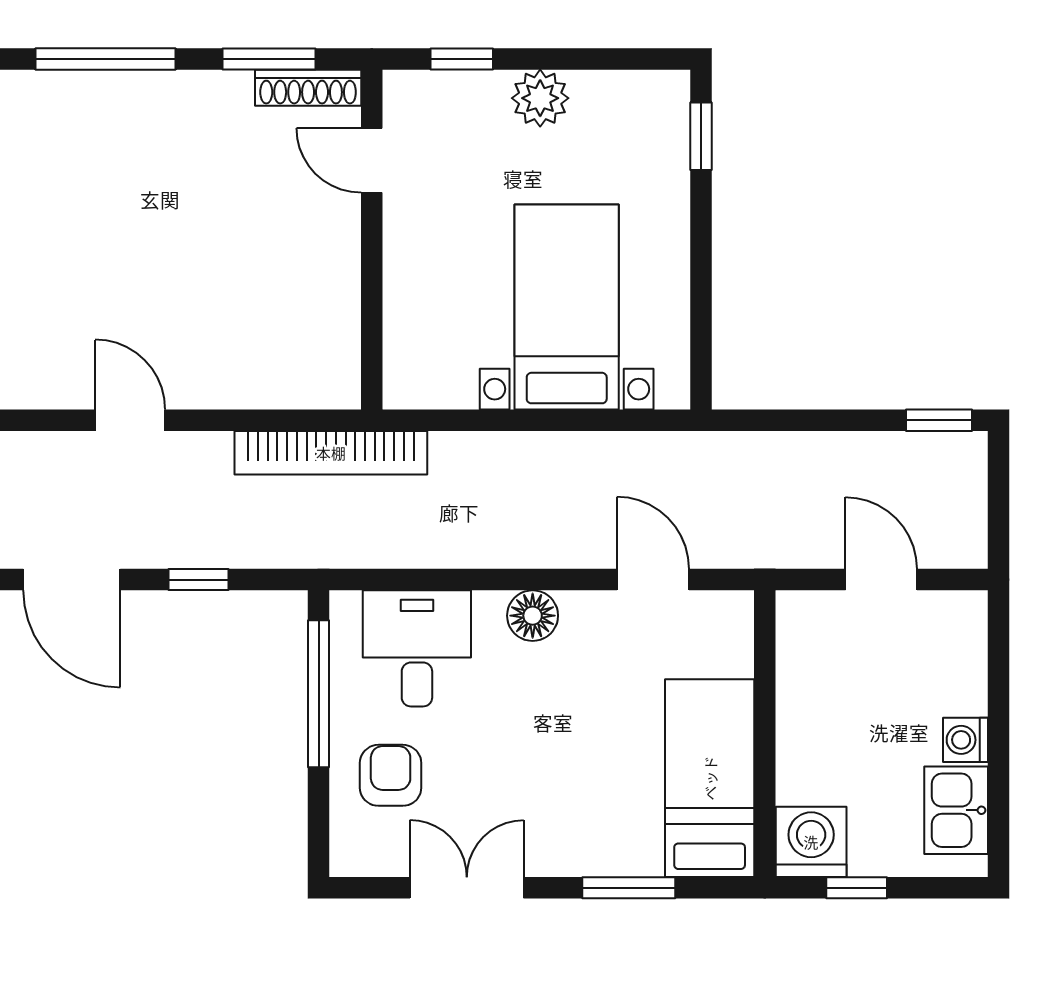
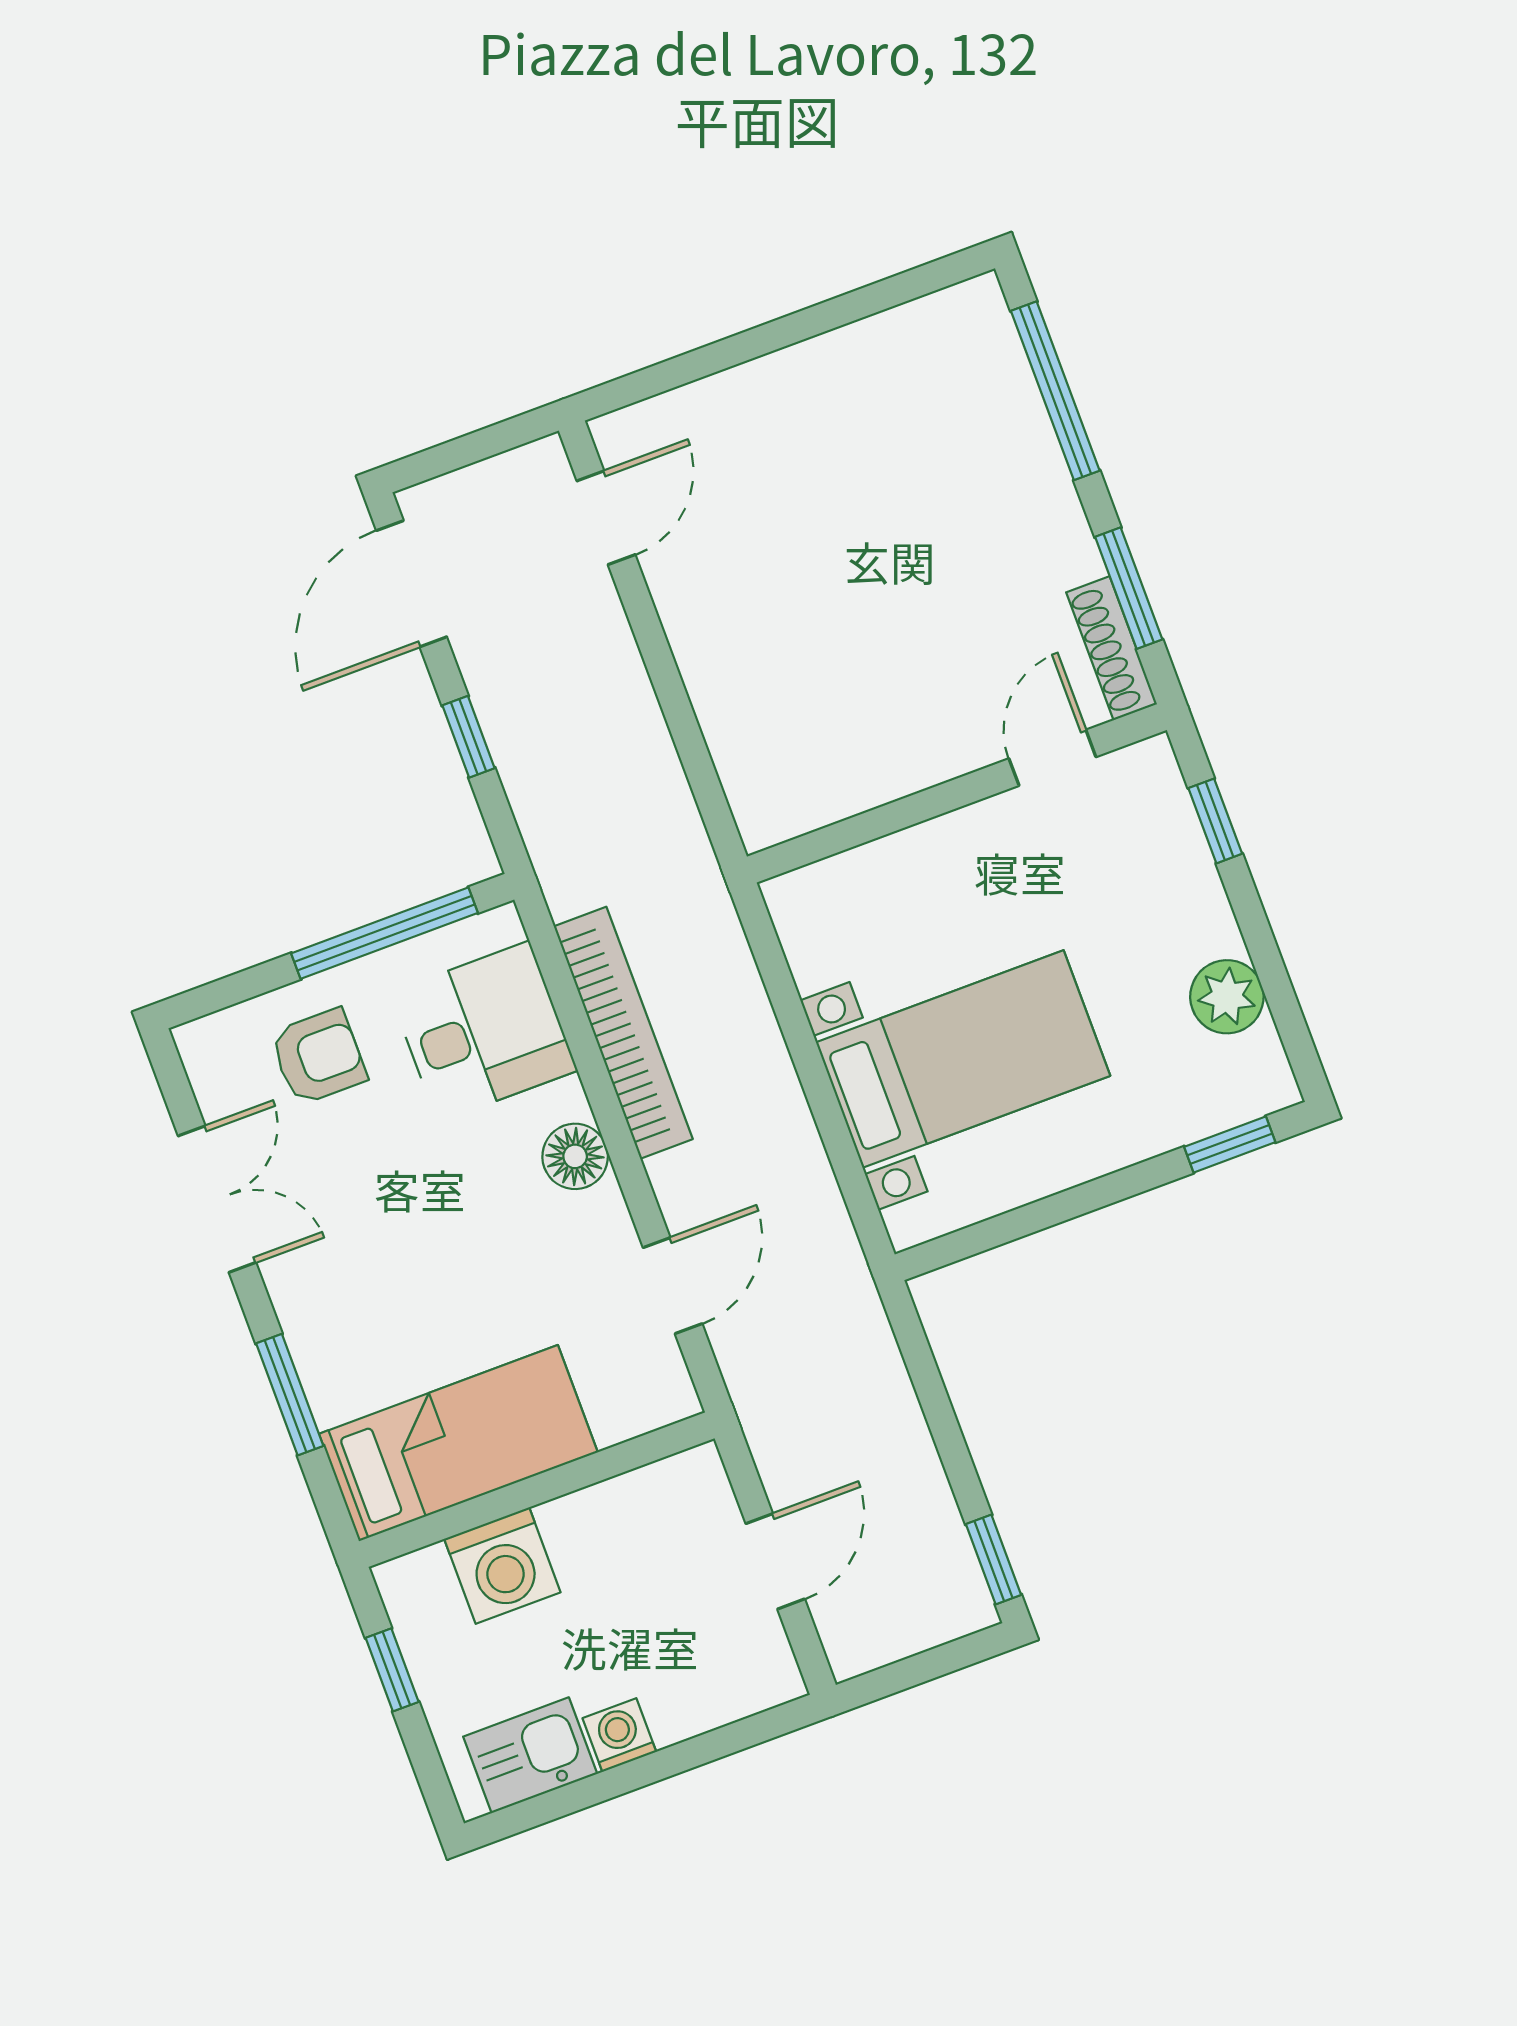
plant: (540, 98) -> (1227, 997), moved
door: (130, 420) -> (606, 518), moved
bookcase: (331, 453) -> (623, 1033), moved, turned 180
washing machine: (811, 842) -> (502, 1566), moved, turned 90

